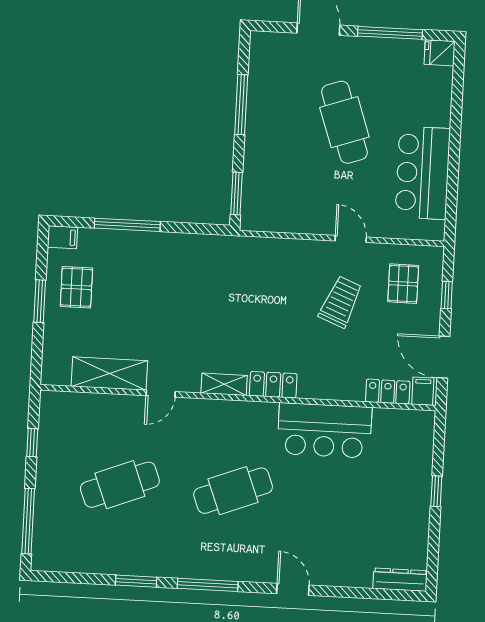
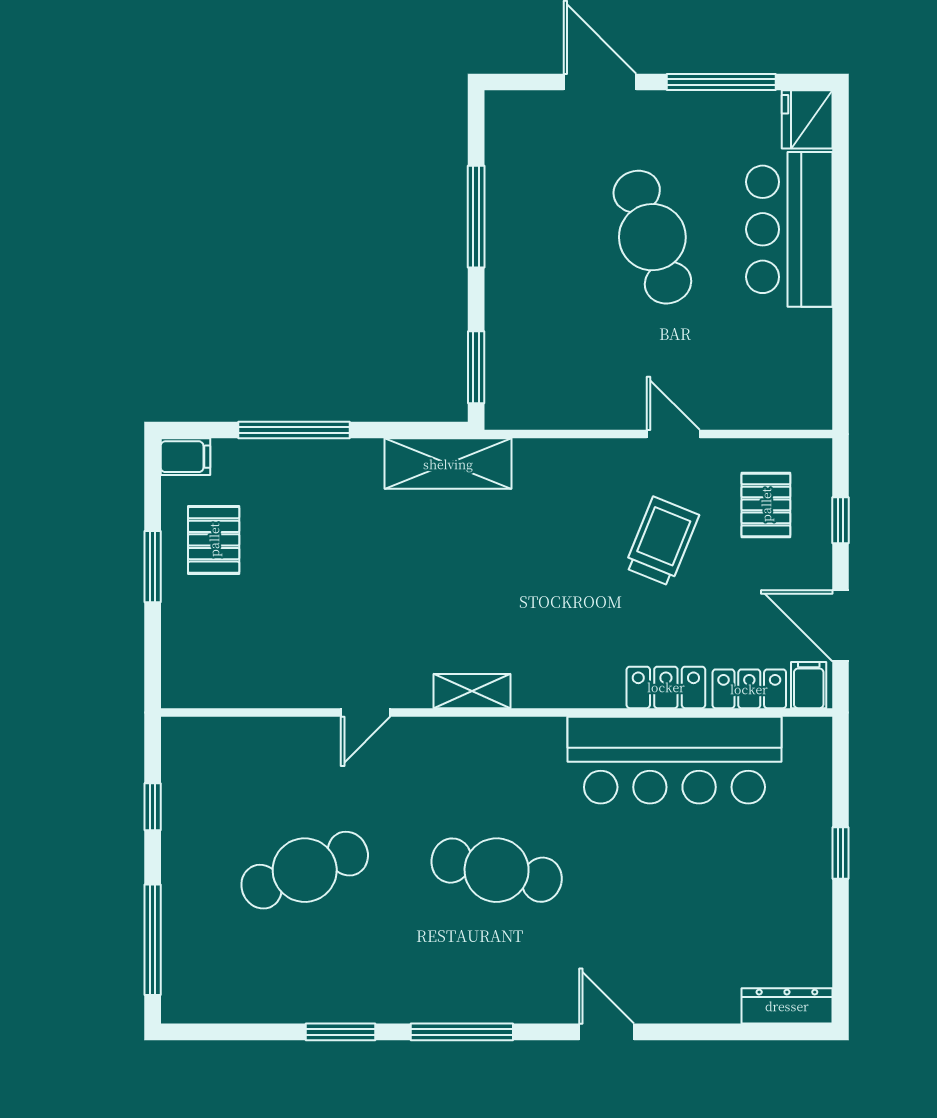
fridge: (440, 53) -> (807, 119), width x1.38
bar counter: (423, 173) -> (789, 229), moved
shelving: (109, 374) -> (448, 464), moved
locker: (273, 385) -> (666, 687), moved
bar counter: (325, 430) -> (674, 760), width x1.36
cafe table: (233, 491) -> (497, 870), turned 33

